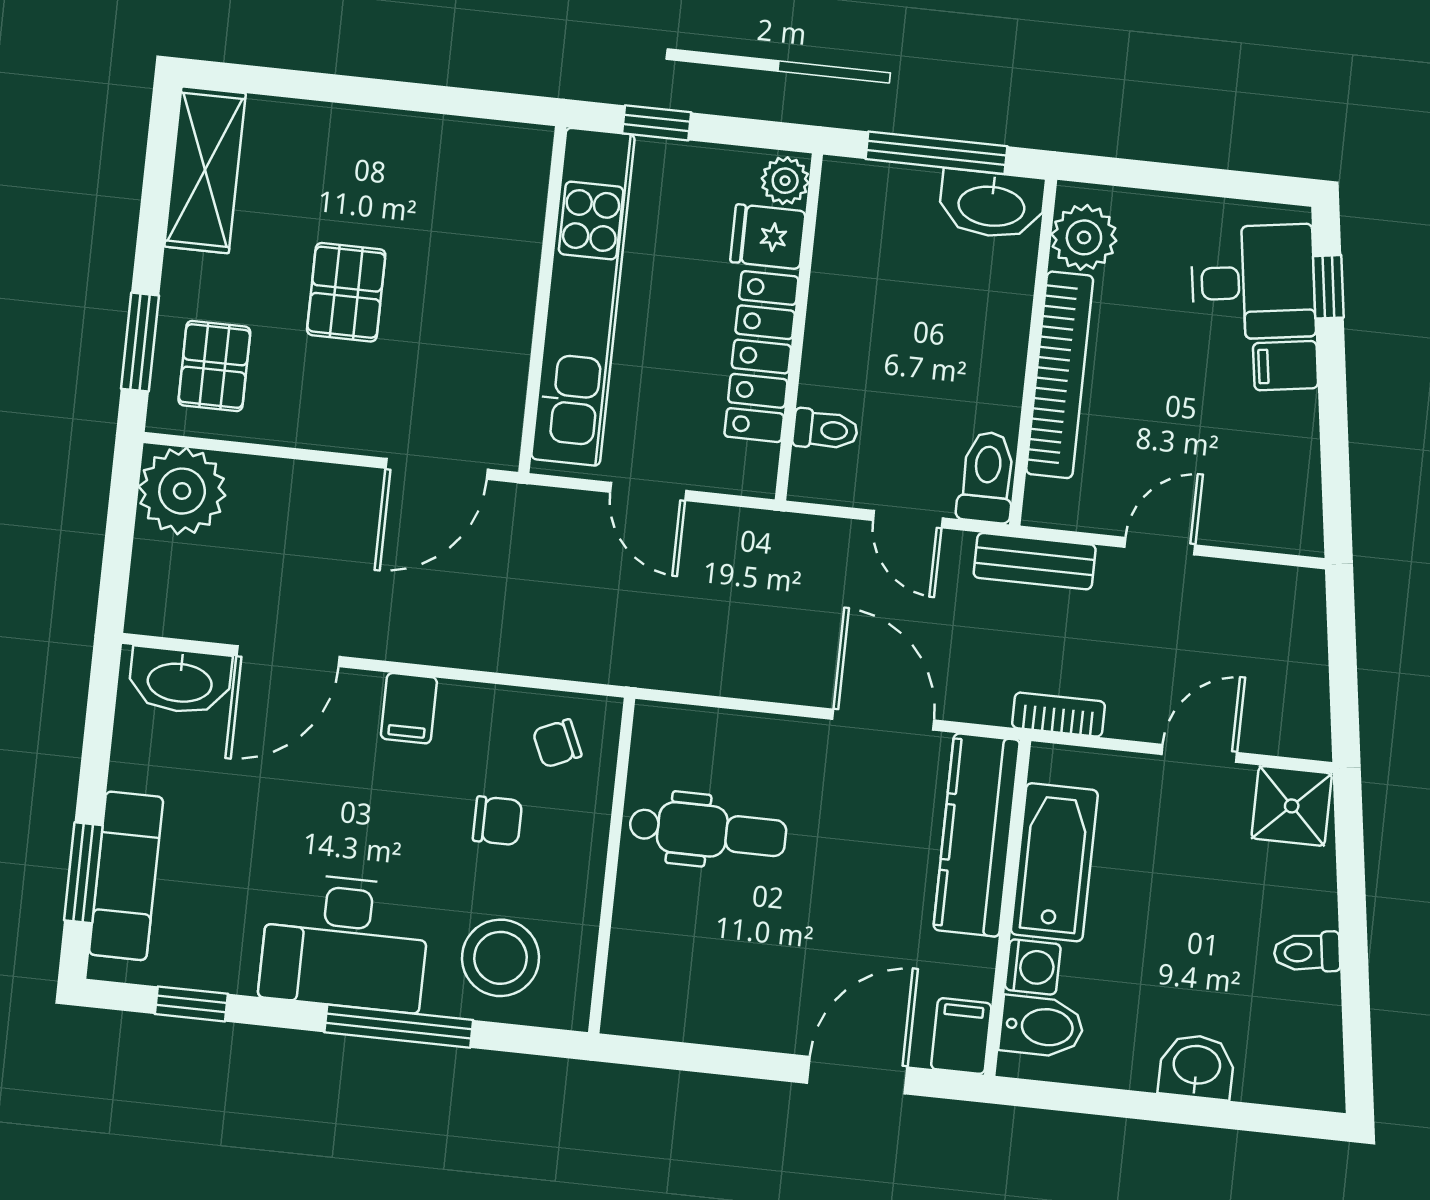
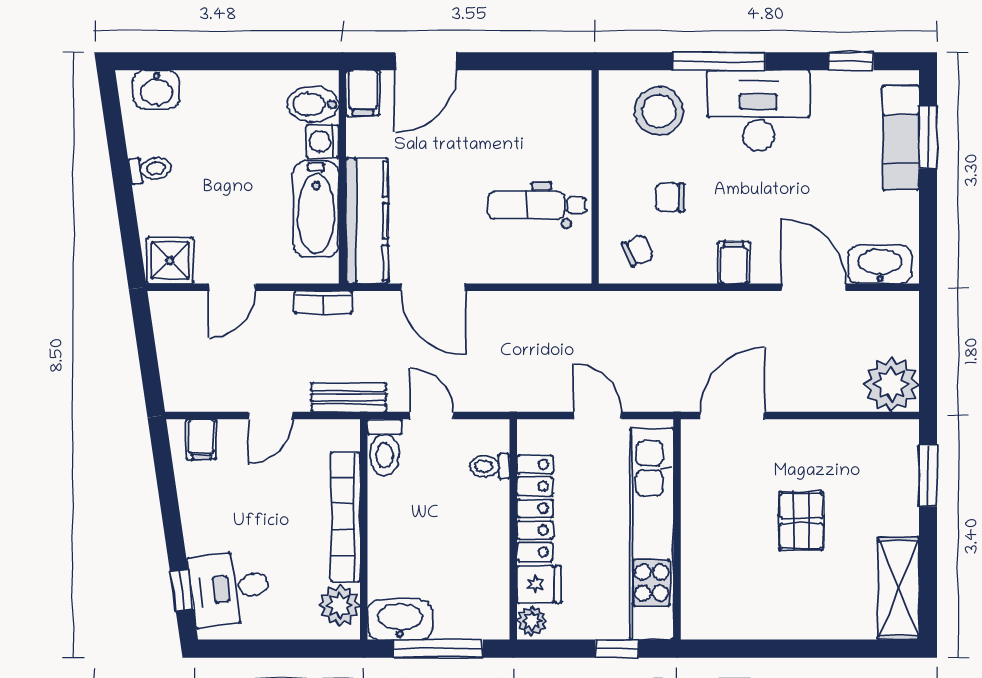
pallet: (214, 366) -> (879, 465), removed
filing cabinet: (1286, 366) -> (201, 439), moved, turned 98
door: (288, 656) -> (813, 287), hinge flipped
washbasin: (1197, 1067) -> (156, 89), moved

